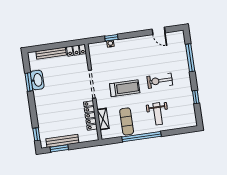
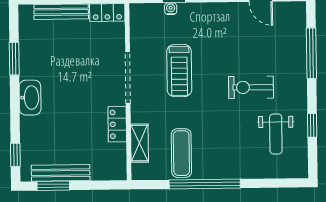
washbasin: (37, 80) -> (30, 98), moved
treadmill: (125, 88) -> (179, 71), moved, turned 90
weight bench: (158, 114) -> (276, 134), moved
locker: (90, 115) -> (117, 124), width x0.66

